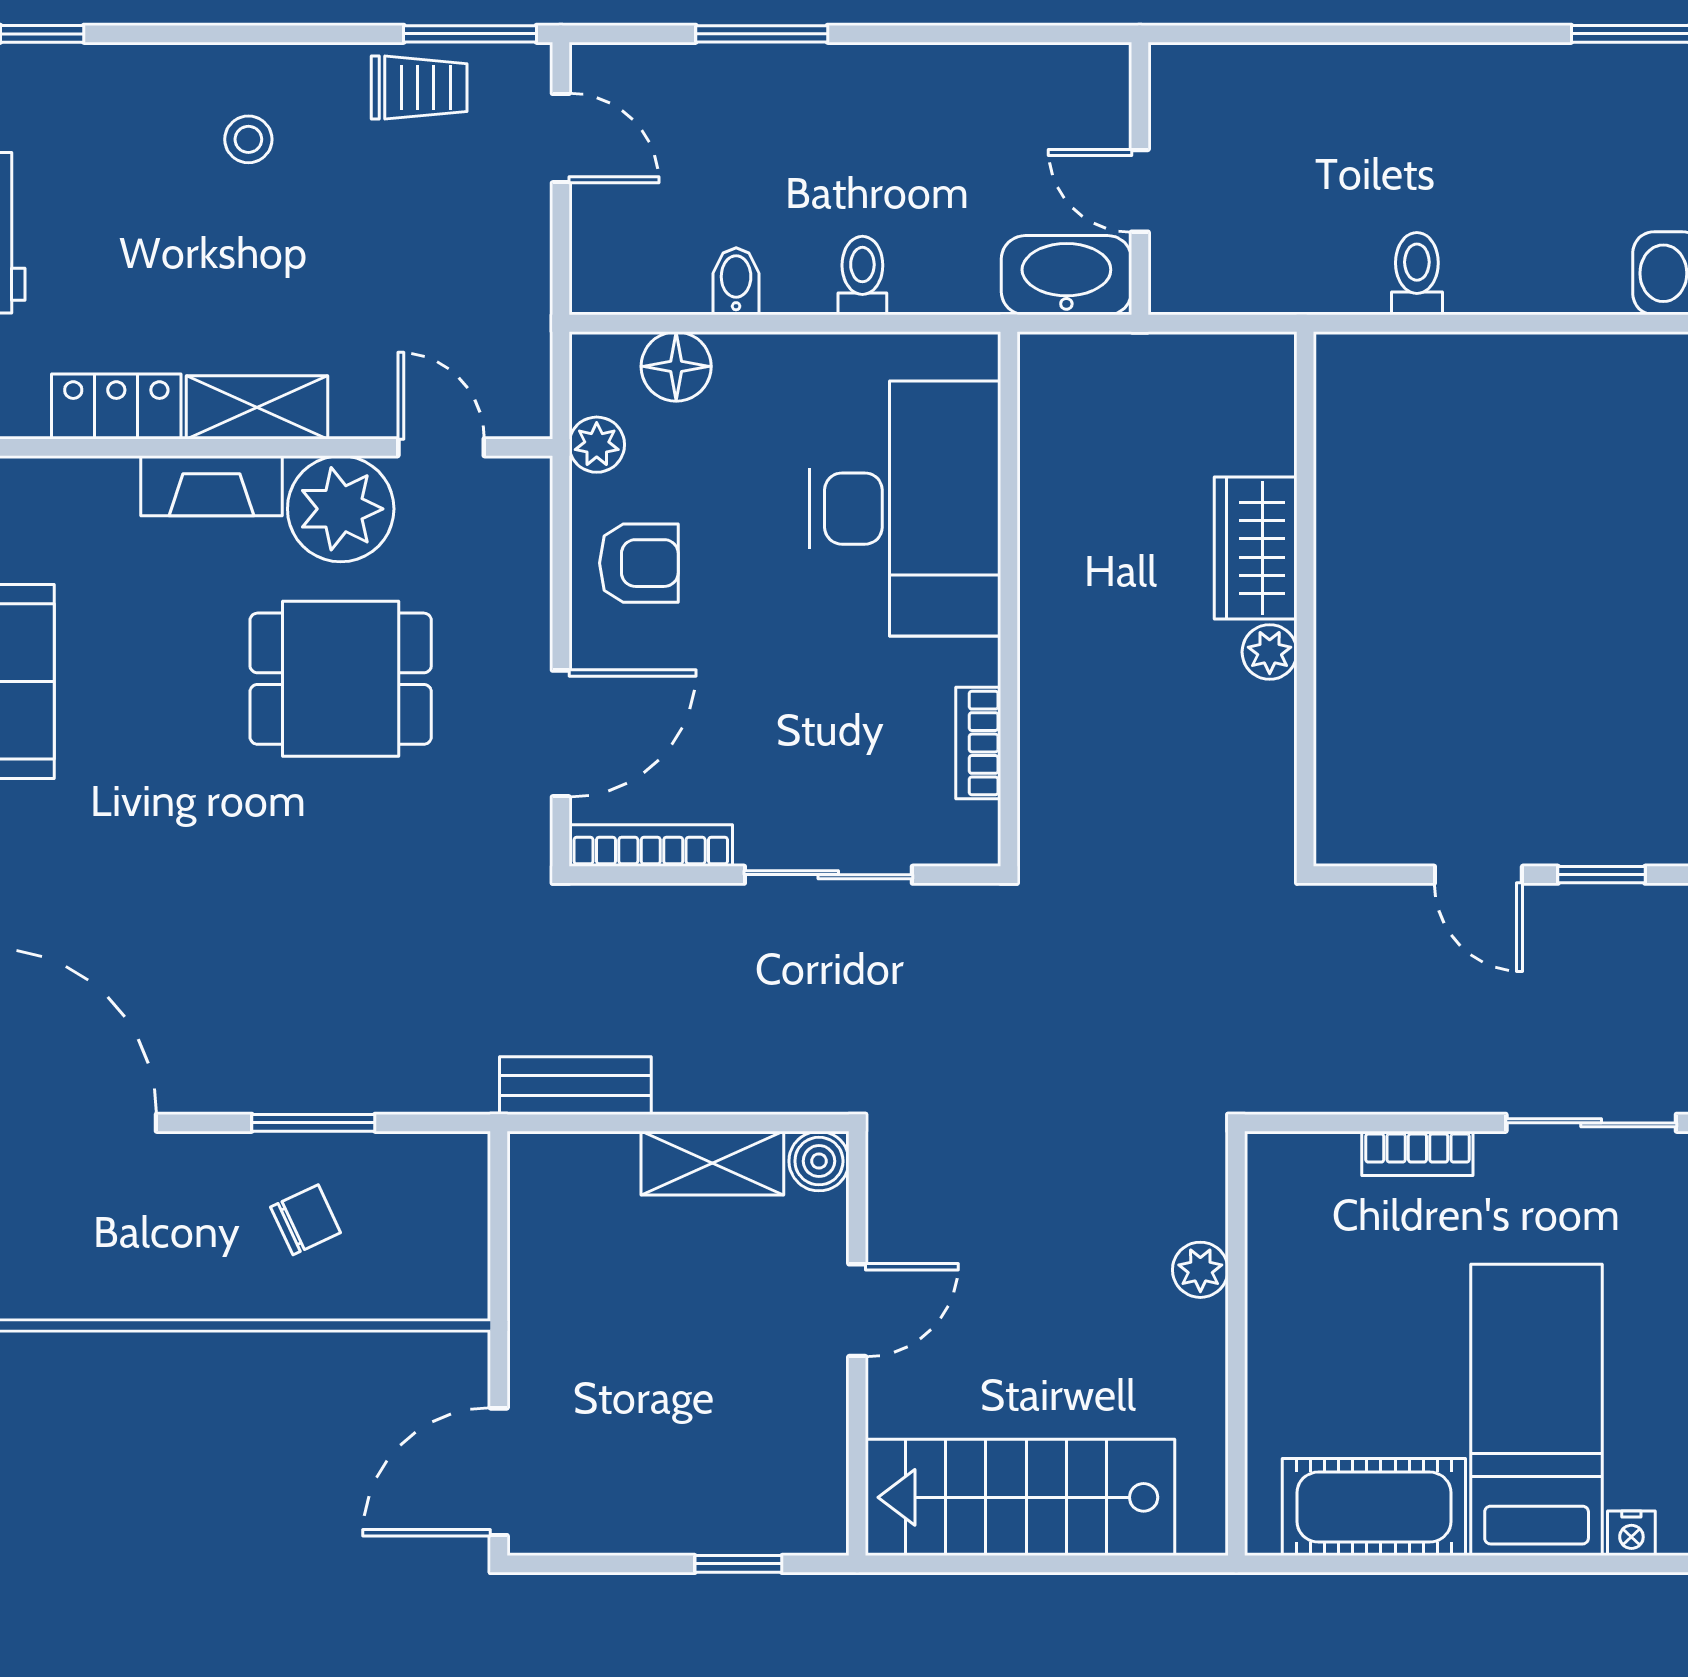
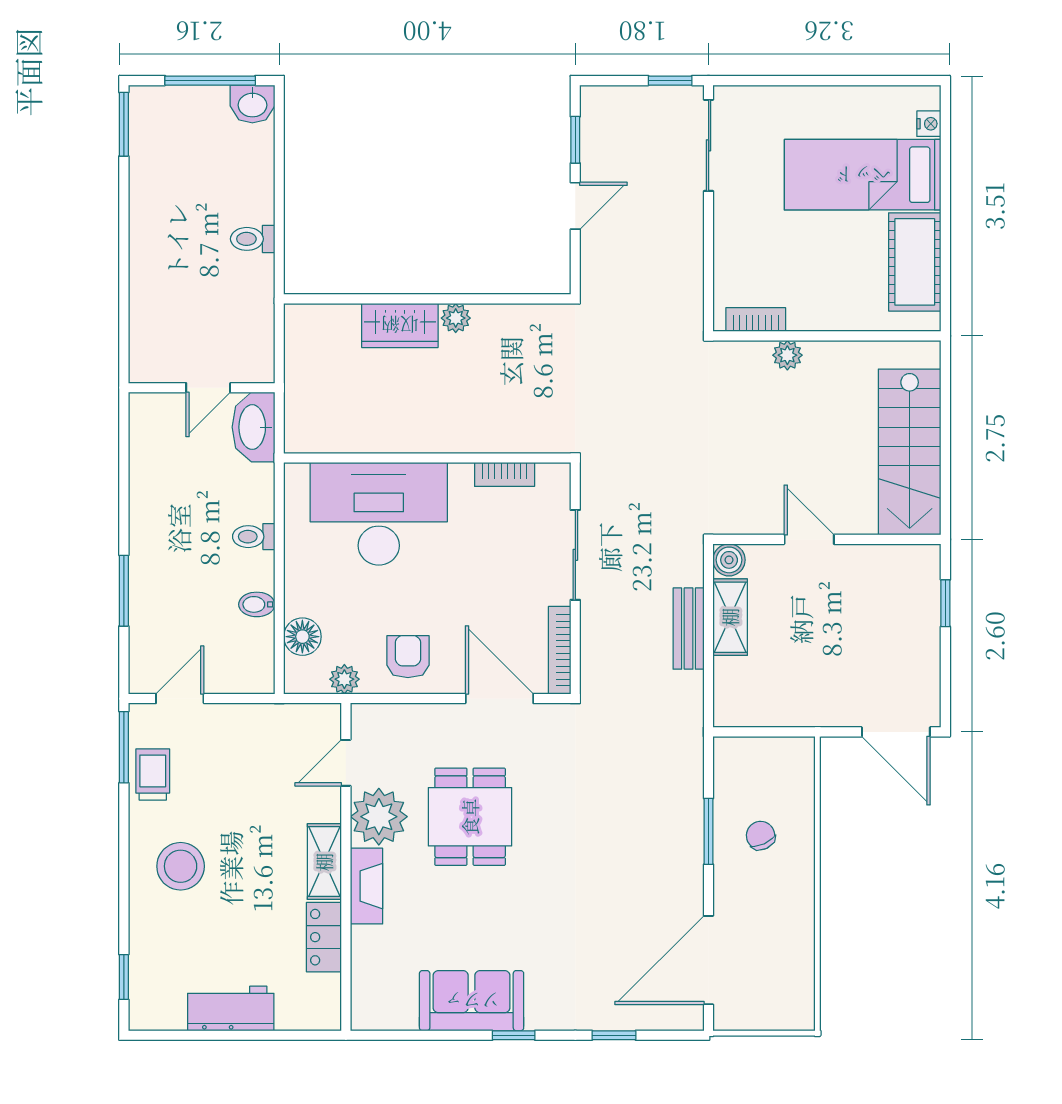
stool: (248, 139) -> (181, 866), width x1.89, depth x1.89
bench: (575, 1086) -> (689, 629), moved
bookcase: (1417, 1153) -> (756, 320), moved, turned -90

